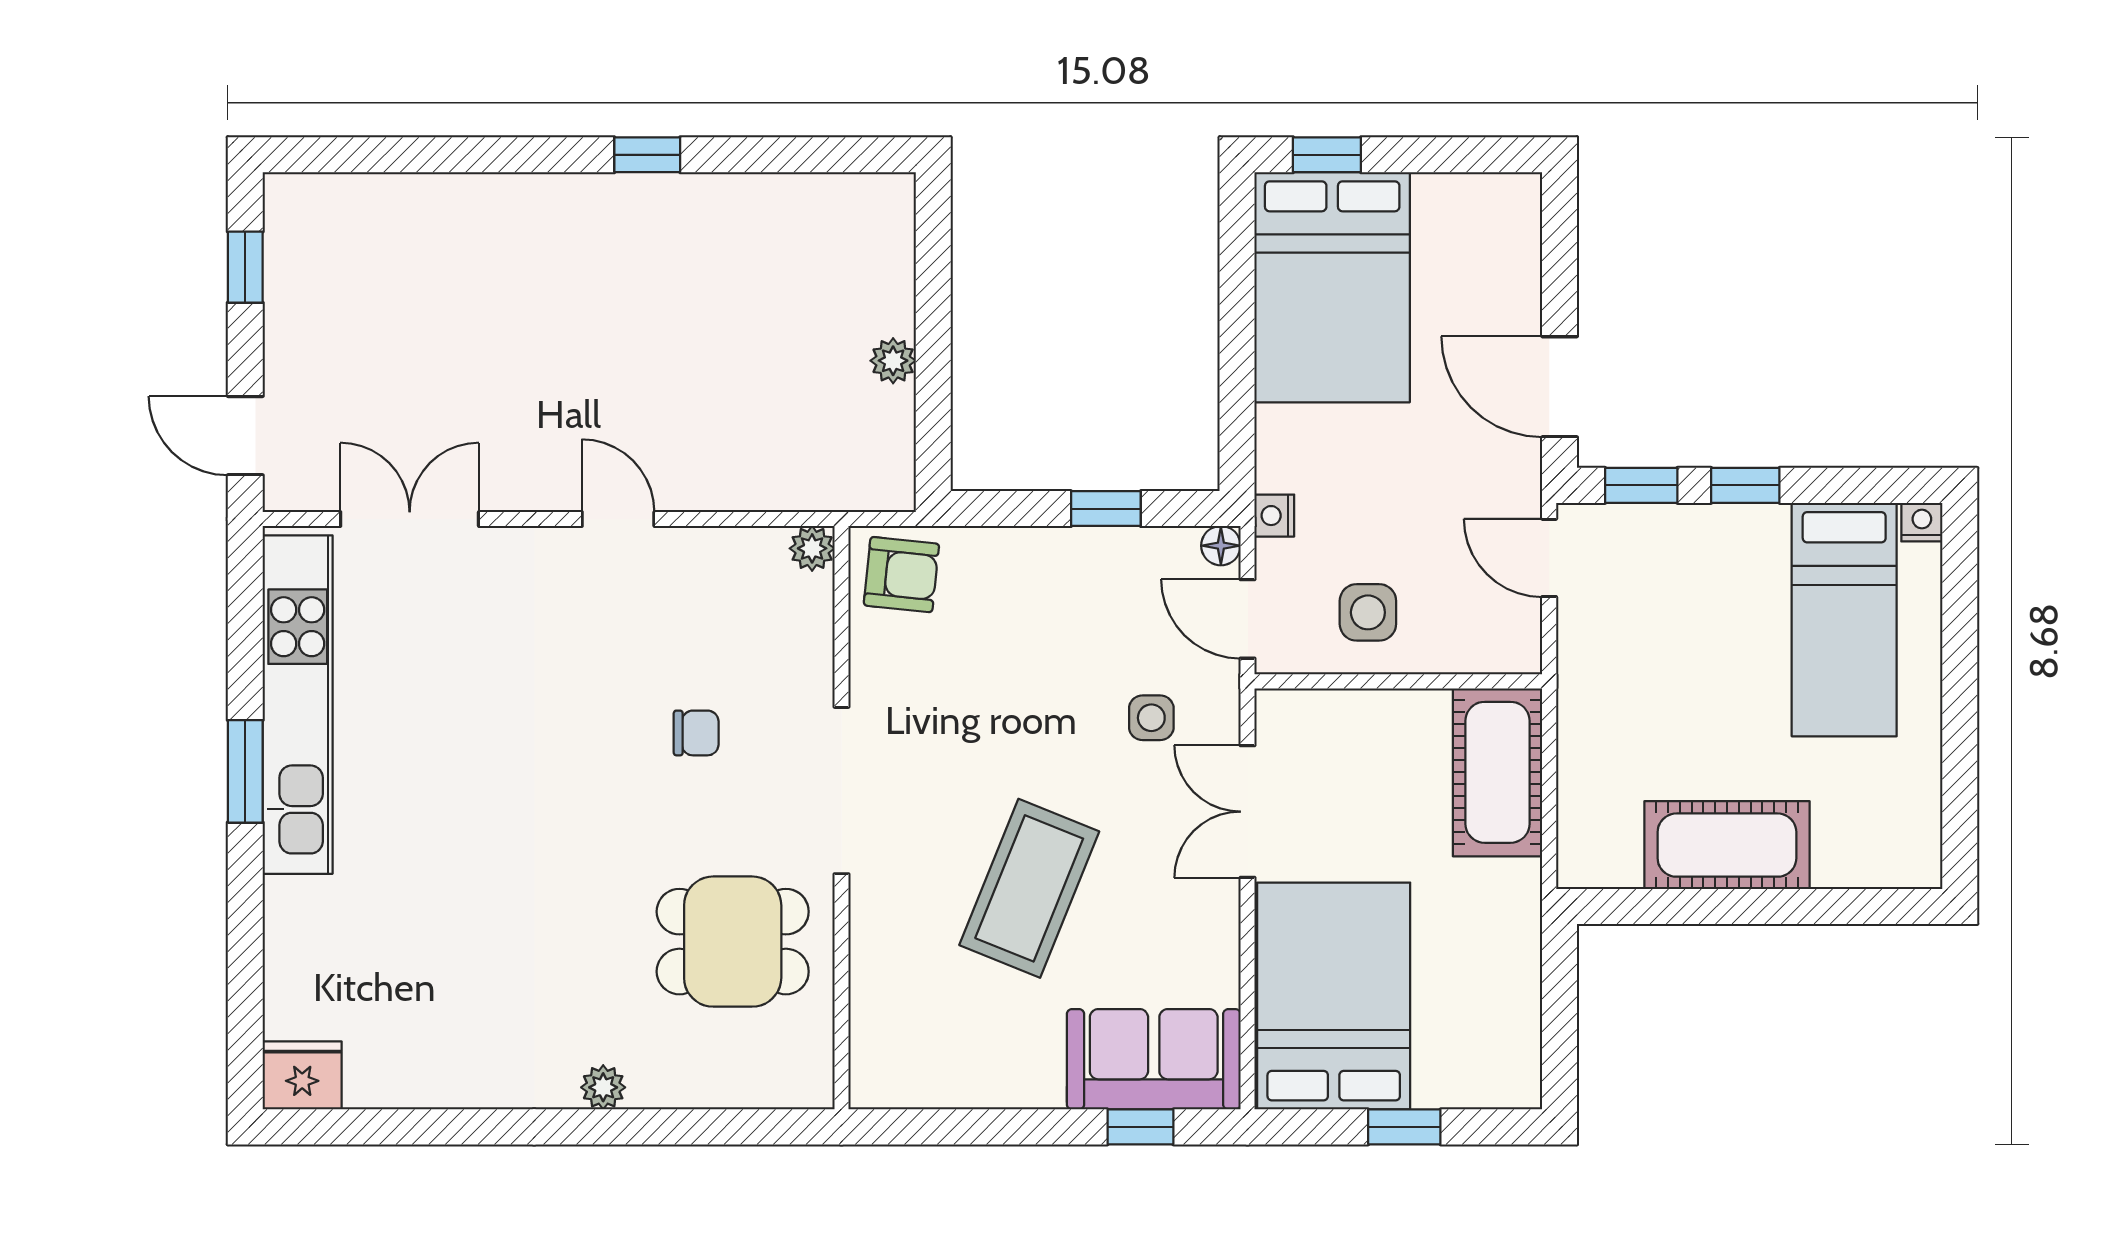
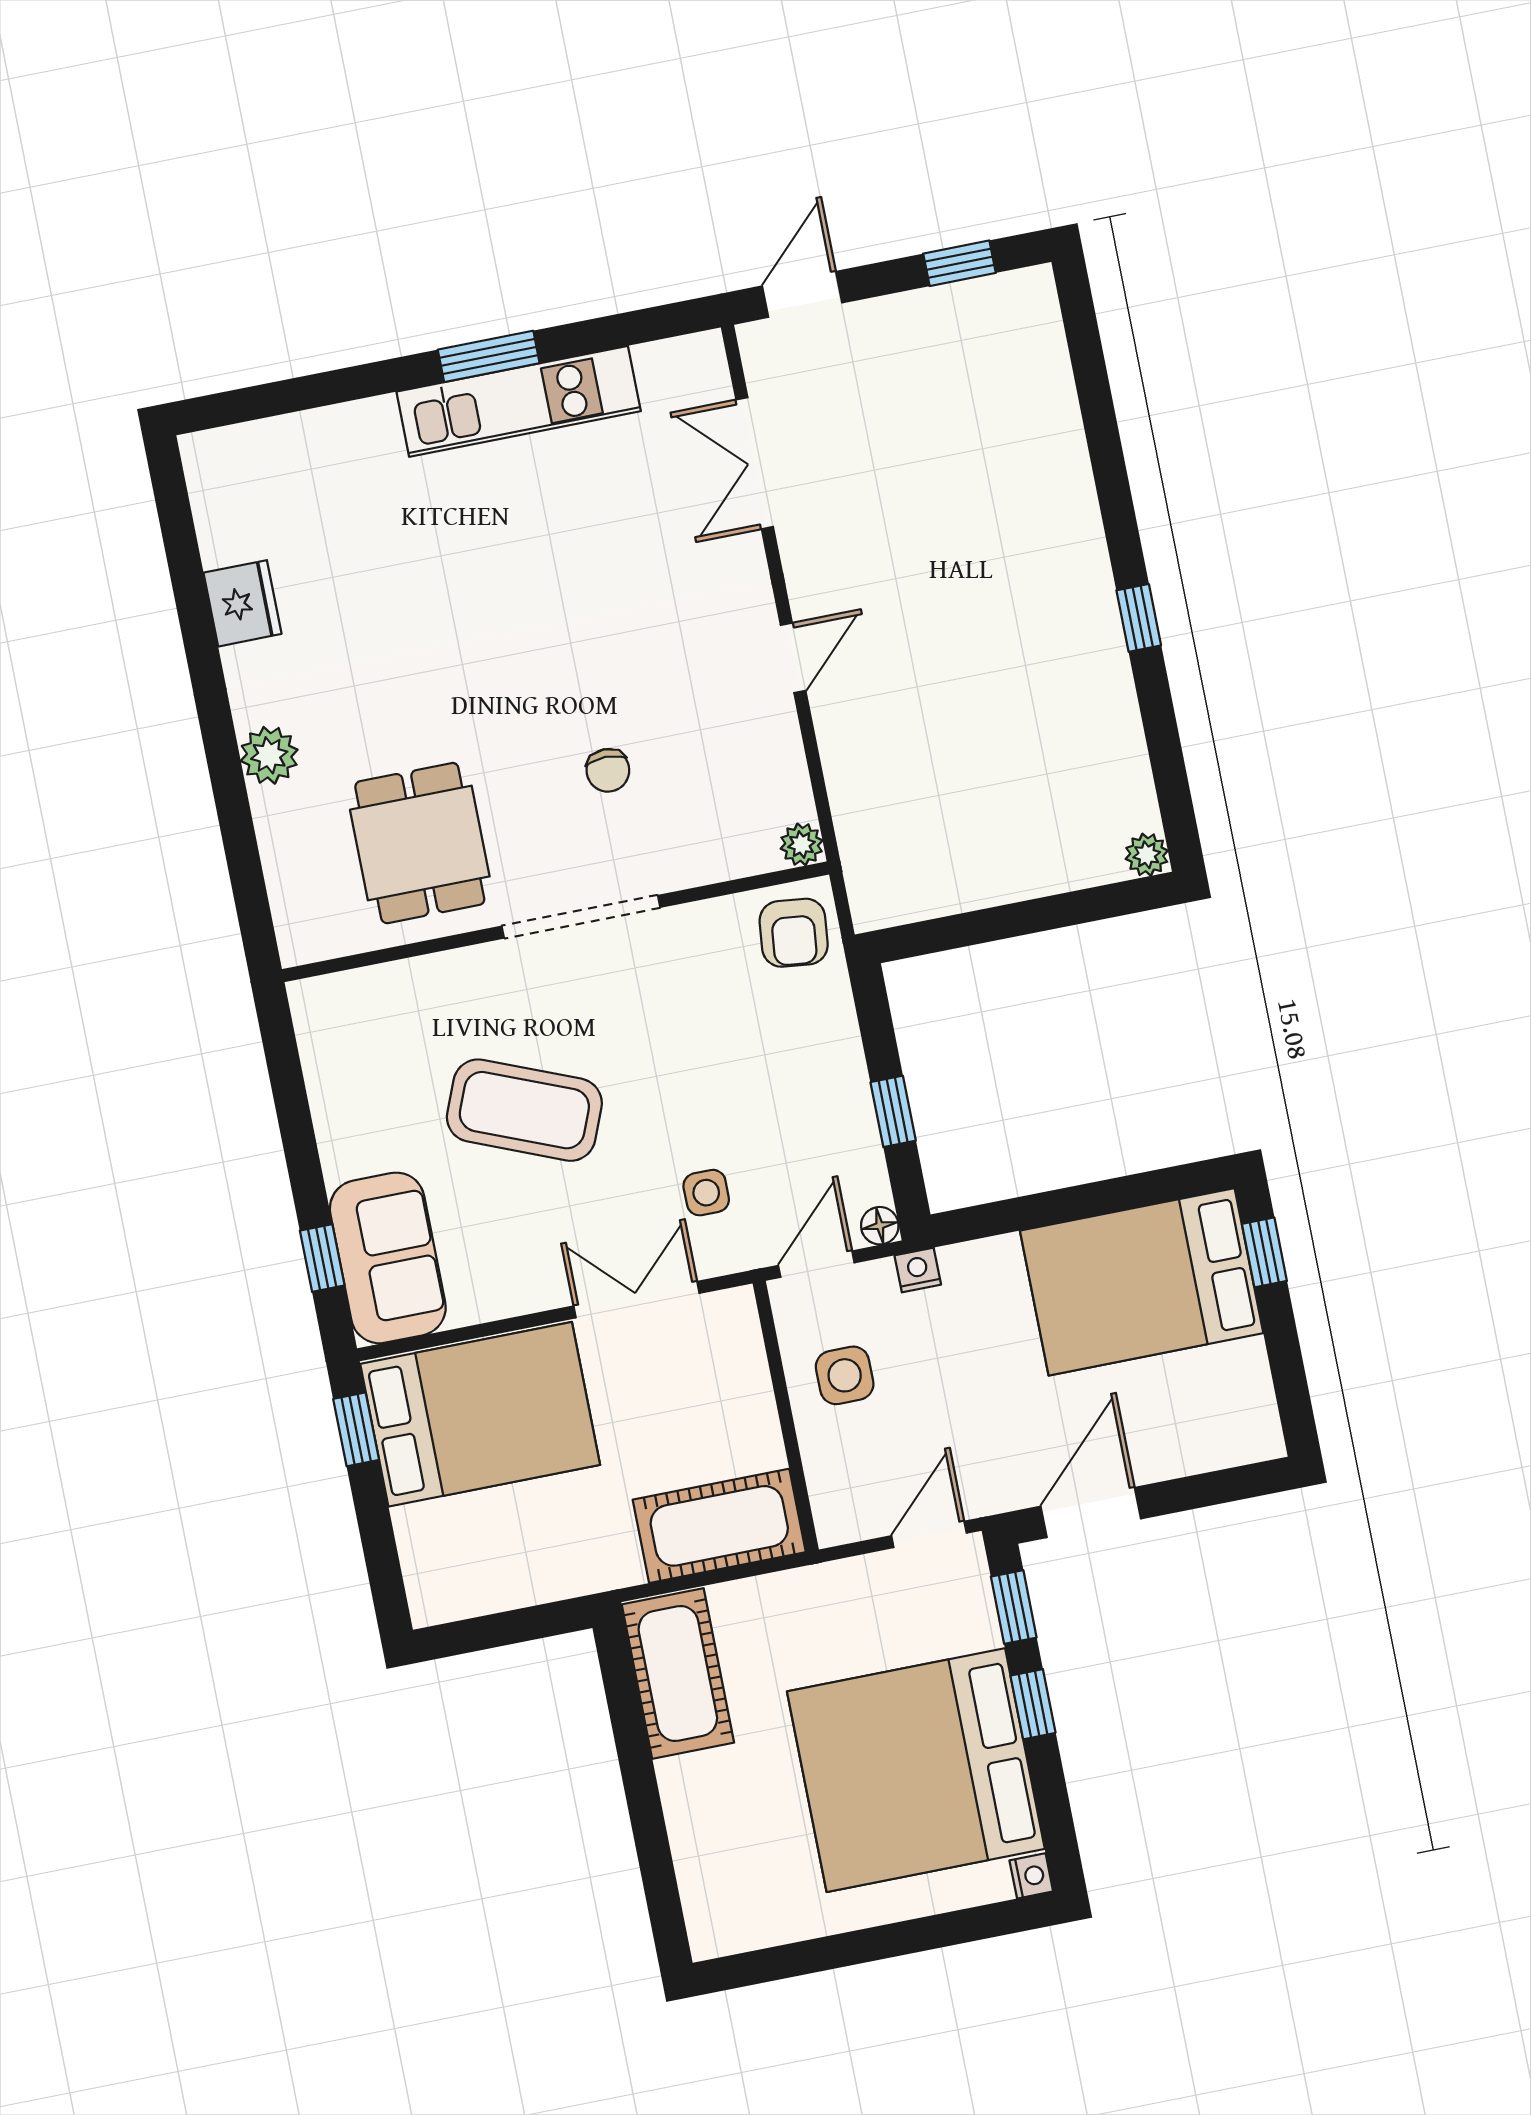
plant: (893, 361) -> (1147, 855), moved
double door: (410, 519) -> (755, 463), swing flipped
bed: (1844, 620) -> (916, 1770), width x2.04
kitchen unit: (298, 705) -> (519, 401), width x0.73
cot: (1727, 845) -> (678, 1673), moved
fridge: (302, 1075) -> (242, 603), moved
plant: (603, 1087) -> (269, 755), width x1.38, depth x1.38
window: (1404, 1127) -> (356, 1429), moved

